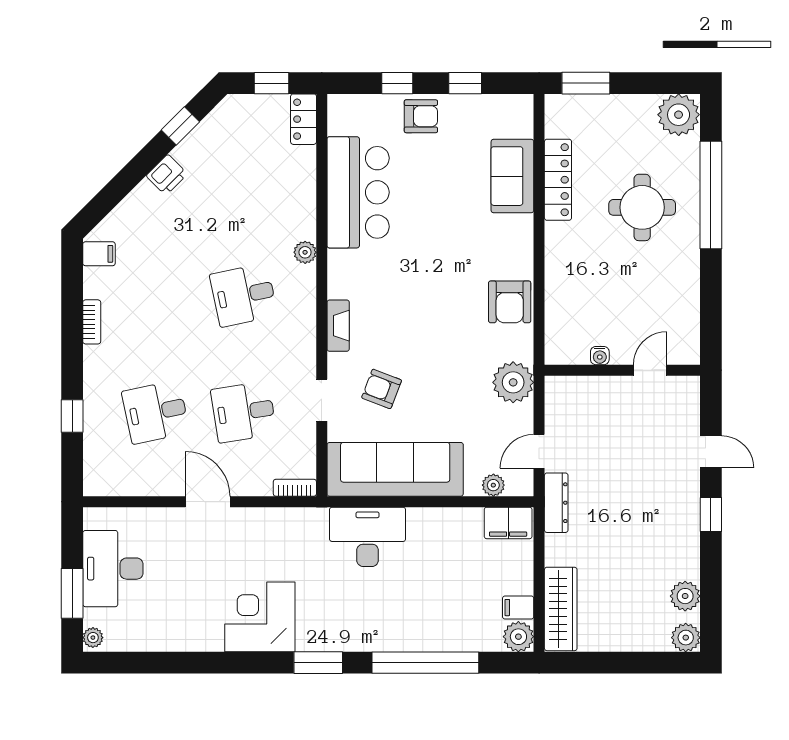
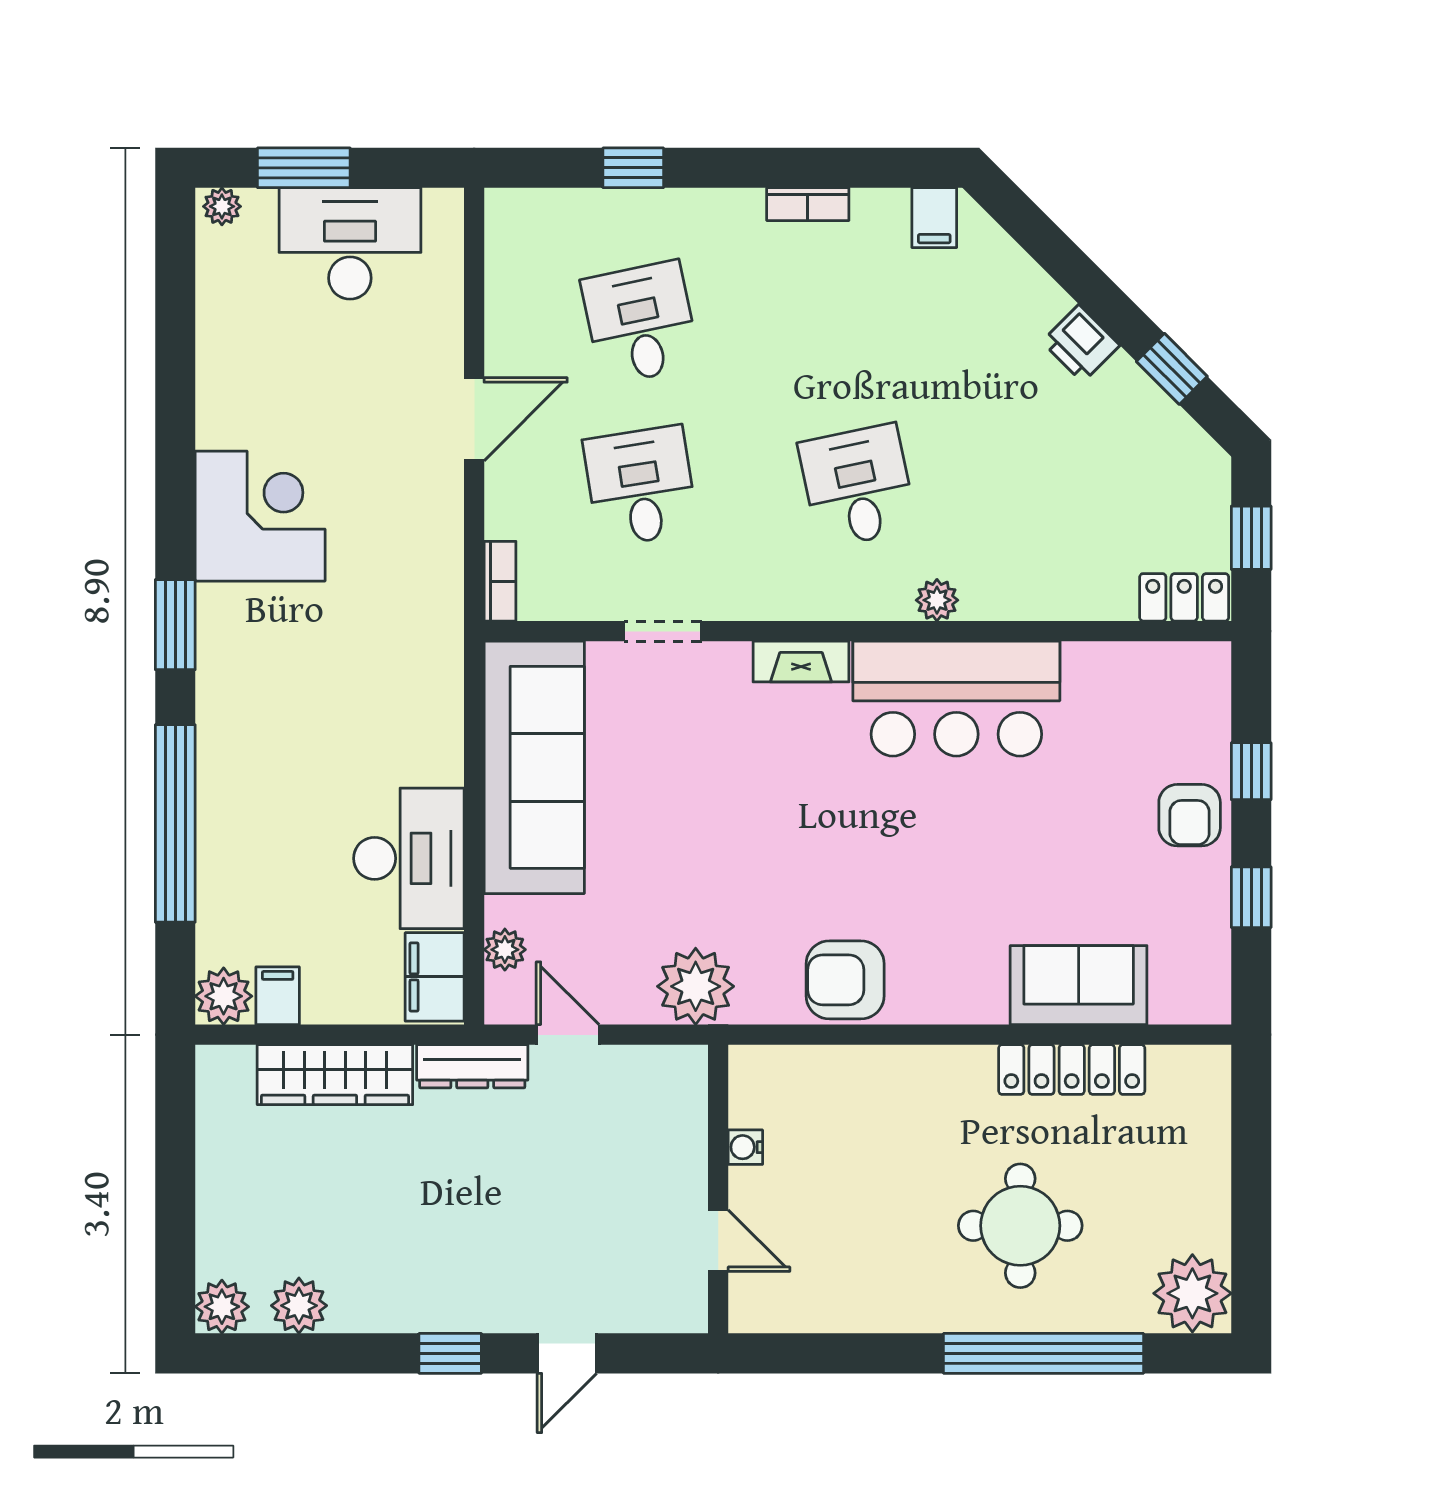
window: (586, 83) -> (1251, 1121), removed
bar counter: (358, 192) -> (956, 699), moved
armchair: (382, 389) -> (683, 742), removed
desk: (368, 537) -> (409, 858), moved
wardrobe: (561, 609) -> (335, 1075), moved

